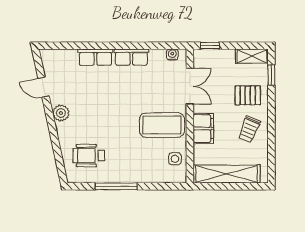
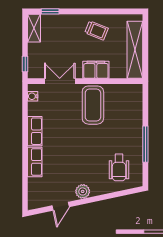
pallet: (248, 95) -> (68, 32), removed
side table: (175, 159) -> (122, 94), removed

